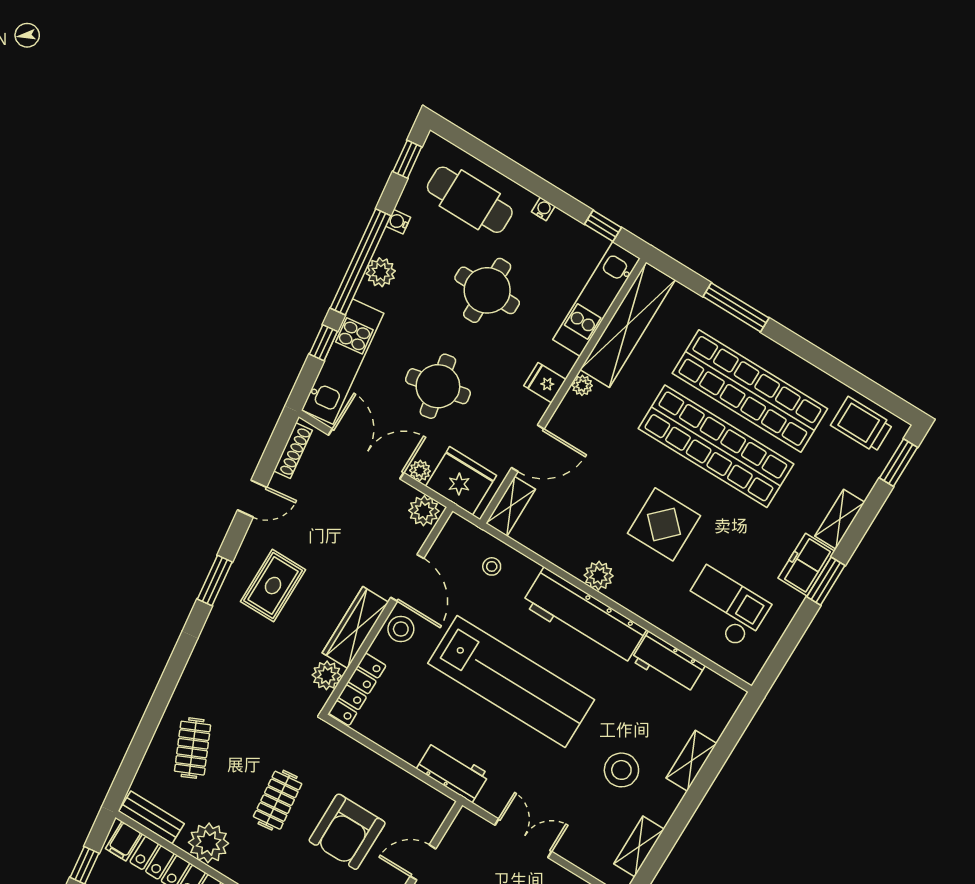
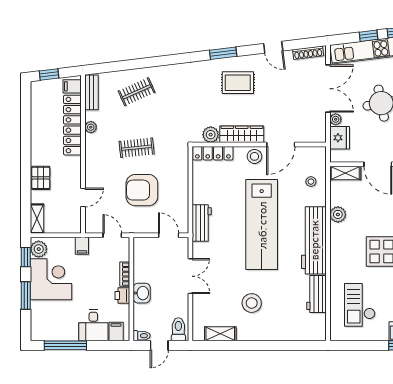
fridge: (461, 481) -> (340, 138), width x0.73, depth x0.75
plant: (424, 511) -> (318, 133), removed
plant: (599, 576) -> (338, 214), moved
checkout: (725, 607) -> (360, 305), turned 180
shelving: (691, 761) -> (277, 334), removed
plant: (208, 843) -> (91, 127), width x0.53, depth x0.53
door: (423, 862) -> (169, 235), moved

